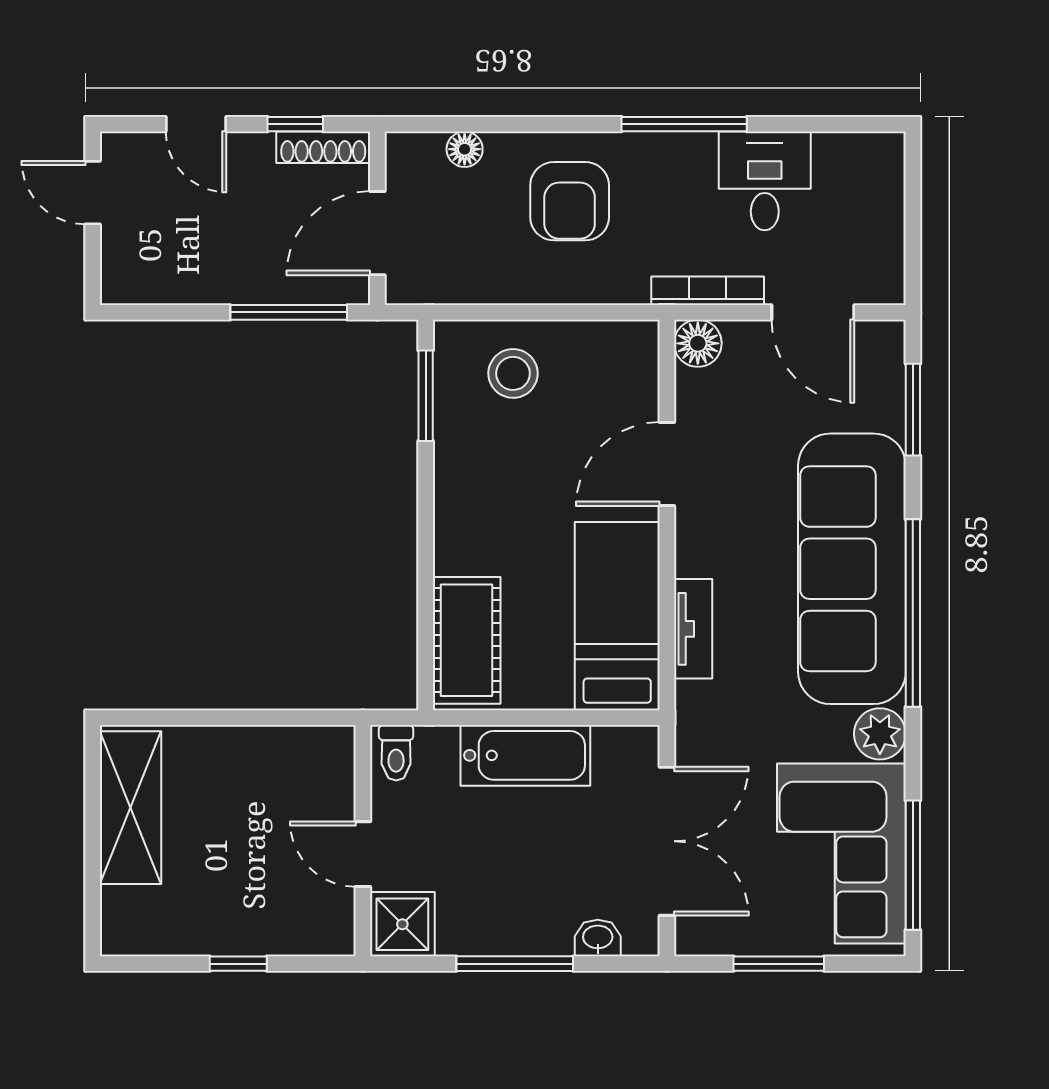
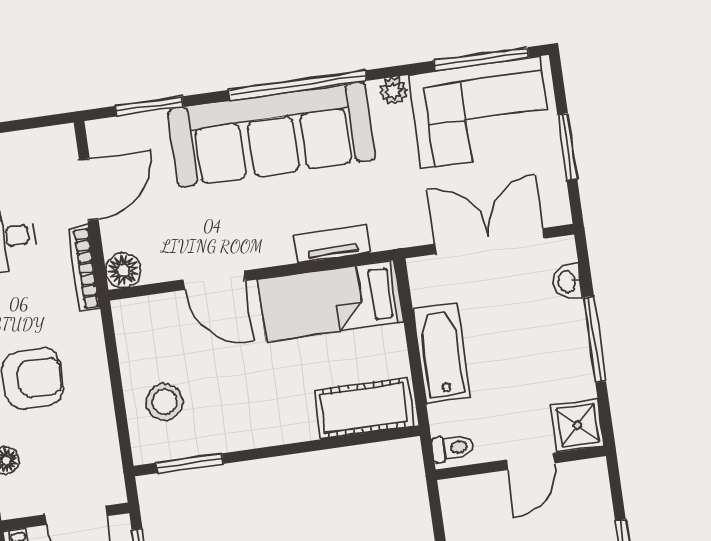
plant: (880, 734) -> (394, 91), width x0.73, depth x0.73

